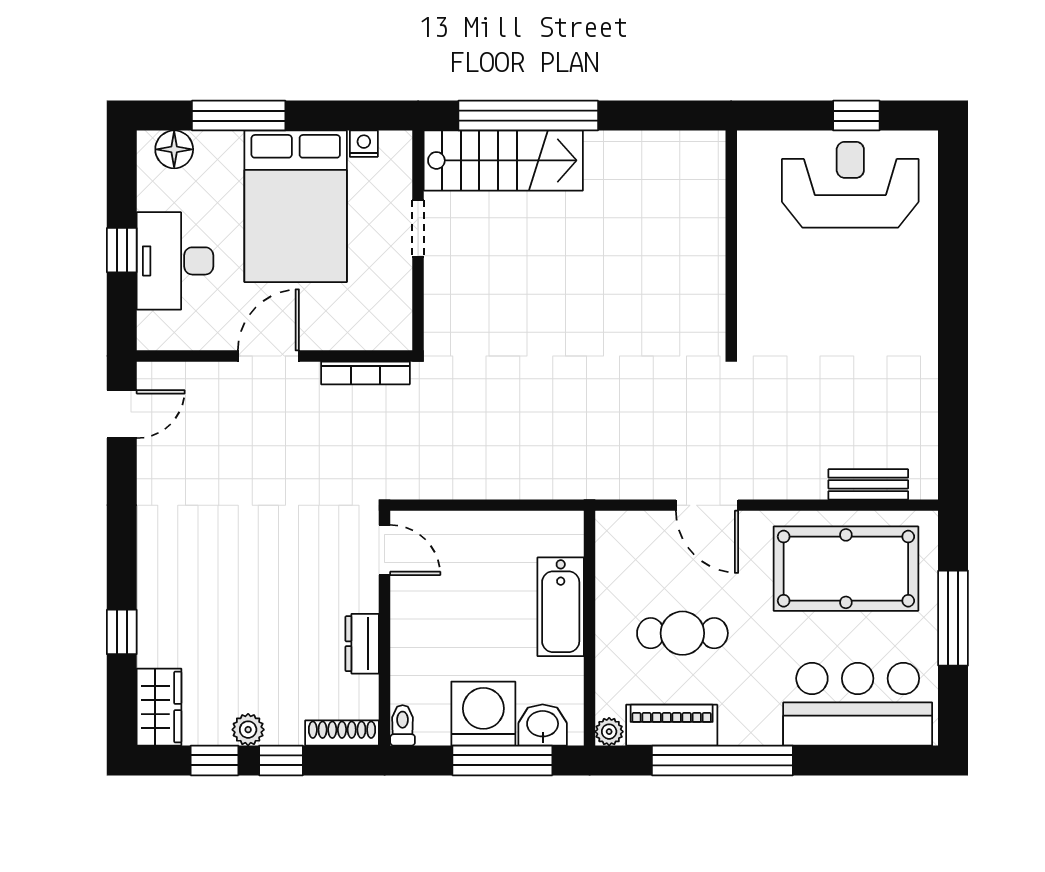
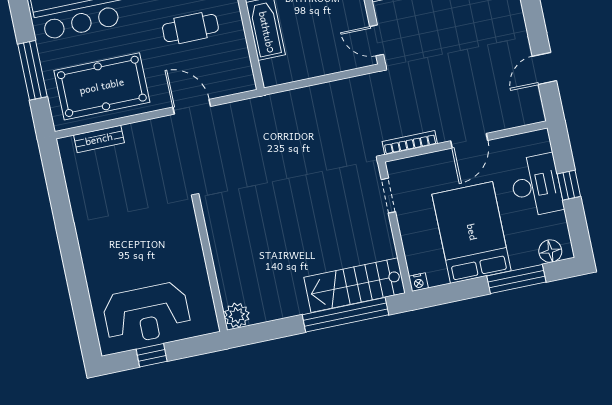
nightstand: (364, 144) -> (419, 282), moved
plant: (705, 151) -> (237, 315), added
doorway: (418, 229) -> (388, 196), moved
door: (122, 414) -> (544, 68), moved

